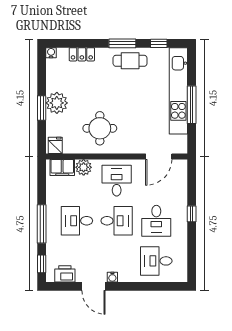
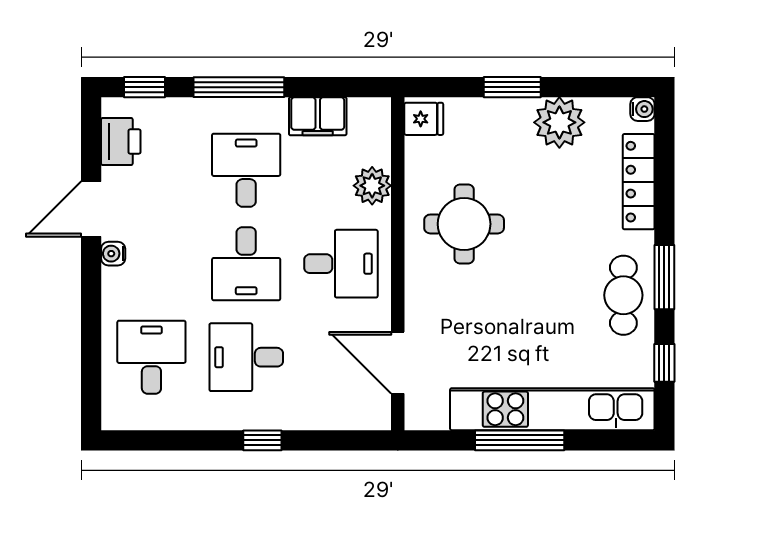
locker: (82, 54) -> (639, 182), width x1.53
plant: (57, 103) -> (559, 122), moved
filing cabinet: (62, 167) -> (318, 116), moved, turned -90

